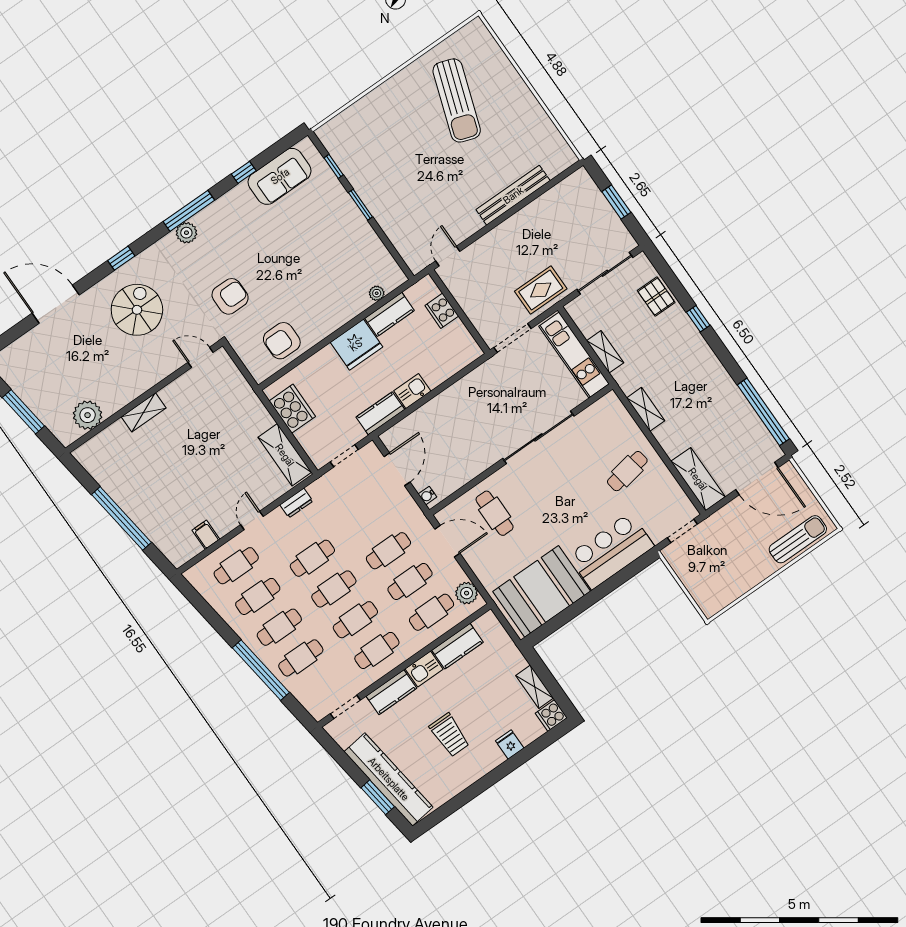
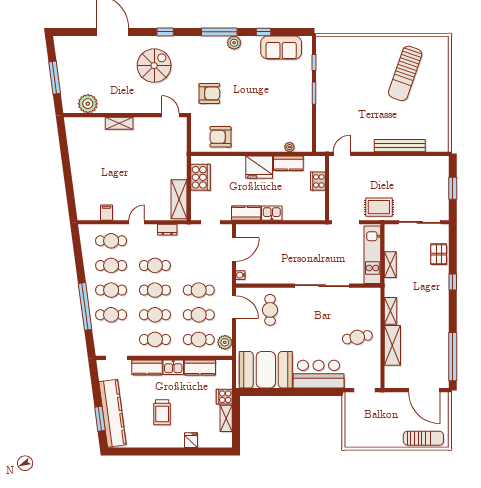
plant: (186, 233) -> (234, 43), moved
shelving: (698, 479) -> (392, 345), moved
window: (121, 518) -> (67, 172), removed
cooker: (551, 715) -> (224, 397), moved

